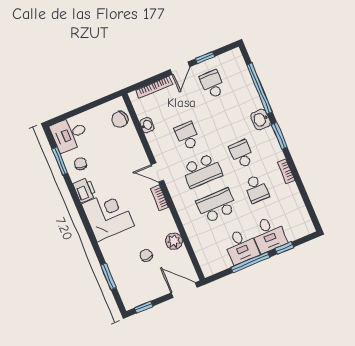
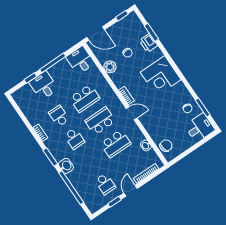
school desk: (187, 136) -> (116, 144), width x1.85
printer: (85, 190) -> (148, 43), moved
desk: (241, 246) -> (80, 60), moved

